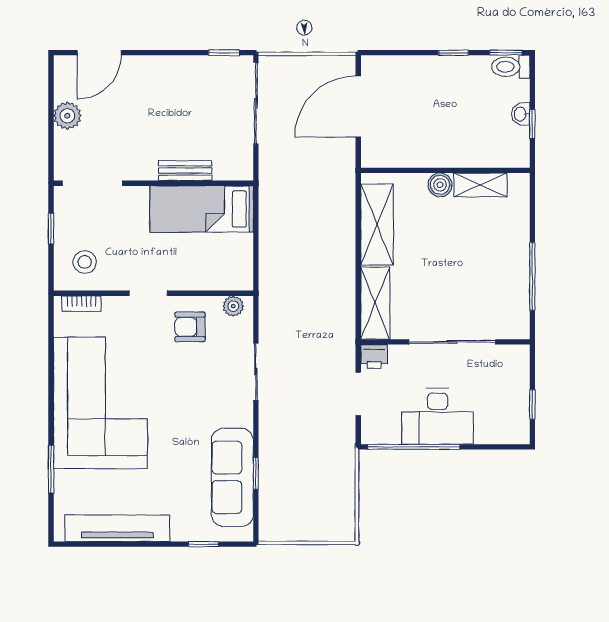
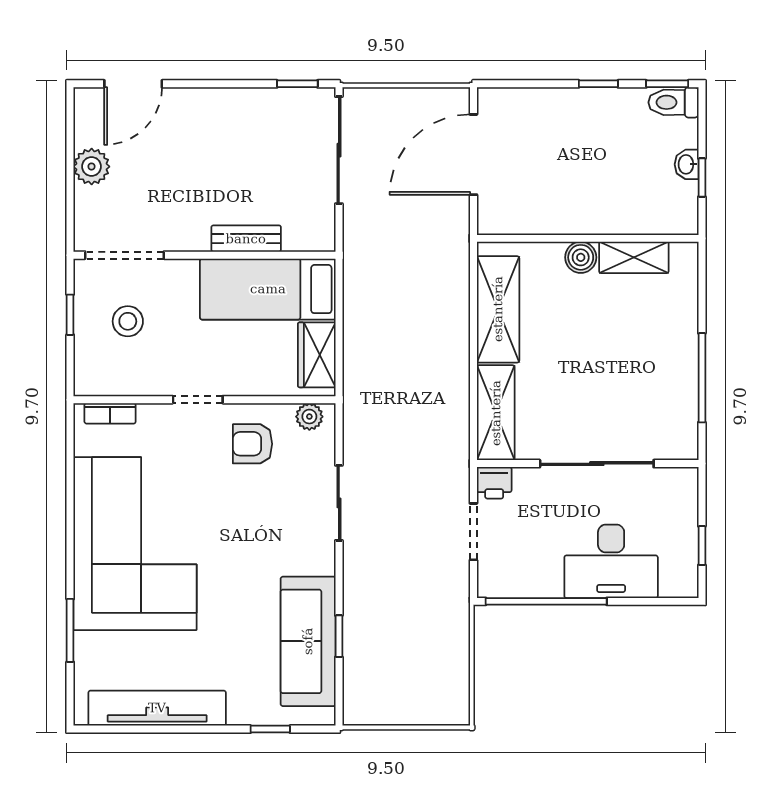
wardrobe: (239, 259) -> (317, 355), added
stool: (85, 262) -> (128, 321), moved
desk: (437, 416) -> (611, 561), moved

